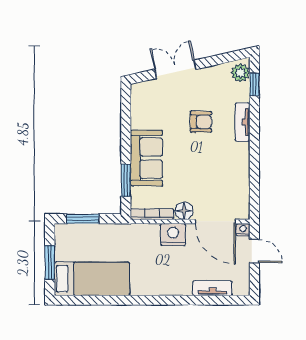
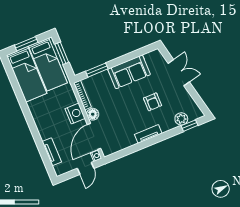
plant: (240, 73) -> (181, 119), moved
tv unit: (242, 122) -> (148, 134), moved
sofa: (146, 158) -> (129, 72), moved
bed: (90, 244) -> (48, 64), added

